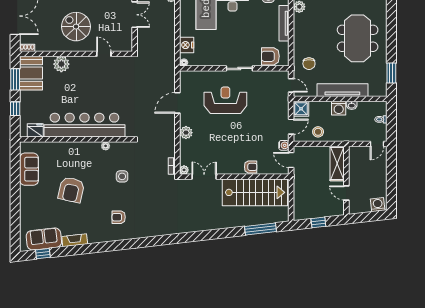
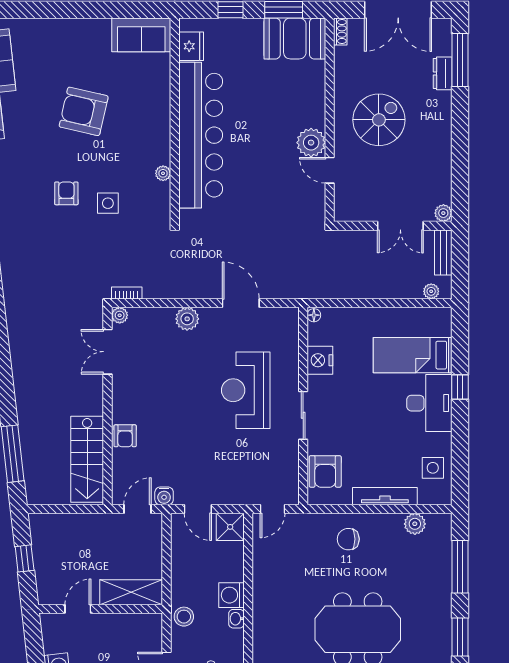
nightstand: (187, 45) -> (320, 360), moved, turned -90
door: (104, 54) -> (330, 170), swing flipped
armchair: (270, 56) -> (325, 471), turned 180
plant: (61, 64) -> (311, 143), moved
chair: (309, 64) -> (348, 539), moved
tv unit: (342, 90) -> (264, 602), removed
reception desk: (225, 100) -> (246, 390), turned 180
stool: (318, 132) -> (184, 617), moved
sofa: (29, 169) -> (141, 35), moved
double door: (204, 177) -> (107, 352), swing flipped
stairs: (255, 192) -> (87, 459), width x0.73, depth x0.66
armchair: (119, 217) -> (66, 193), moved

